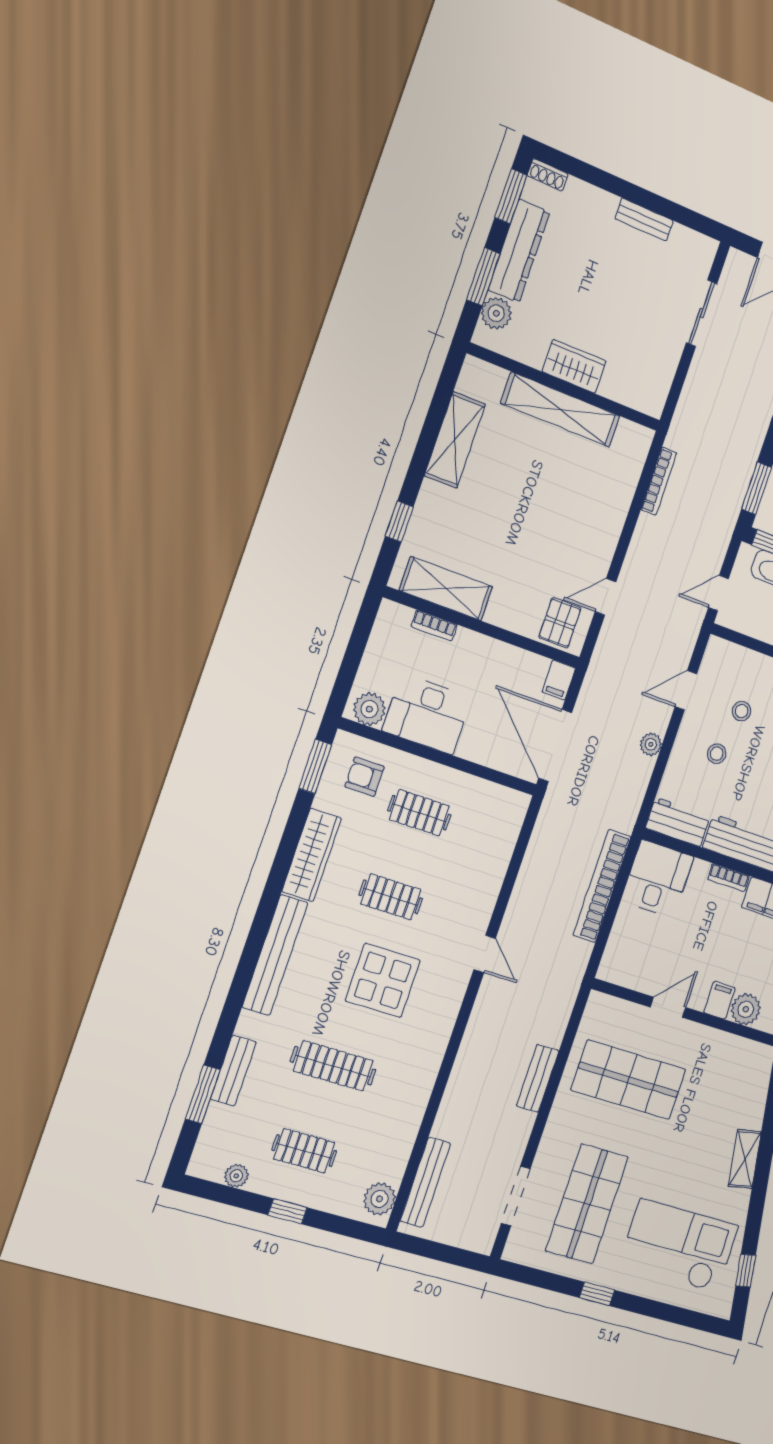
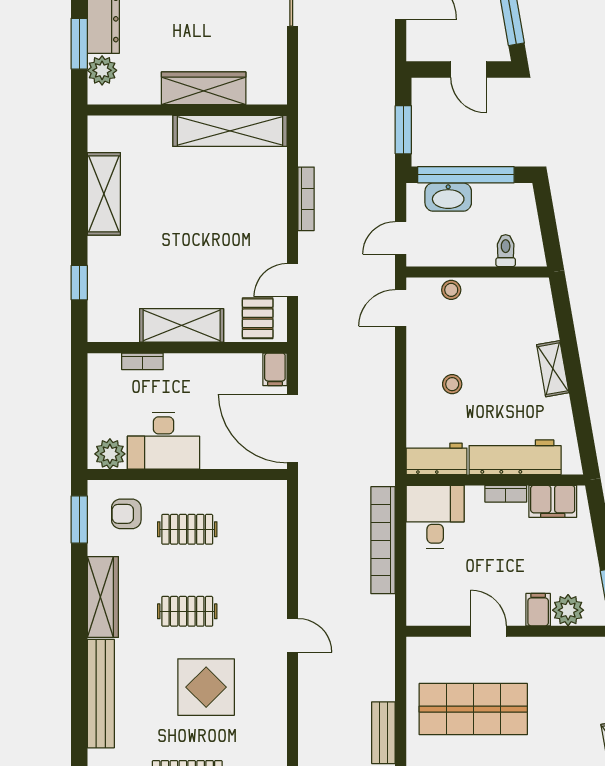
wardrobe: (574, 366) -> (204, 88), width x1.50
shelving: (560, 410) -> (230, 131), moved
bookcase: (659, 481) -> (306, 199), moved
shelving: (446, 589) -> (182, 325), moved
door: (686, 690) -> (401, 308), moved
stool: (742, 711) -> (451, 290), moved
plant: (651, 744) -> (384, 397), removed
door: (668, 1007) -> (489, 631), hinge flipped

